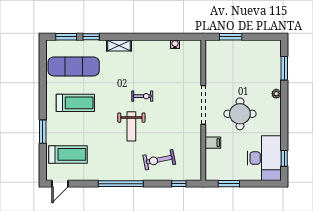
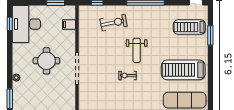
treadmill: (75, 103) -> (183, 70), width x1.37, depth x1.38
weight bench: (131, 126) -> (137, 50), turned 180
window: (43, 132) -> (210, 35), moved
filing cabinet: (213, 143) -> (69, 24), moved

